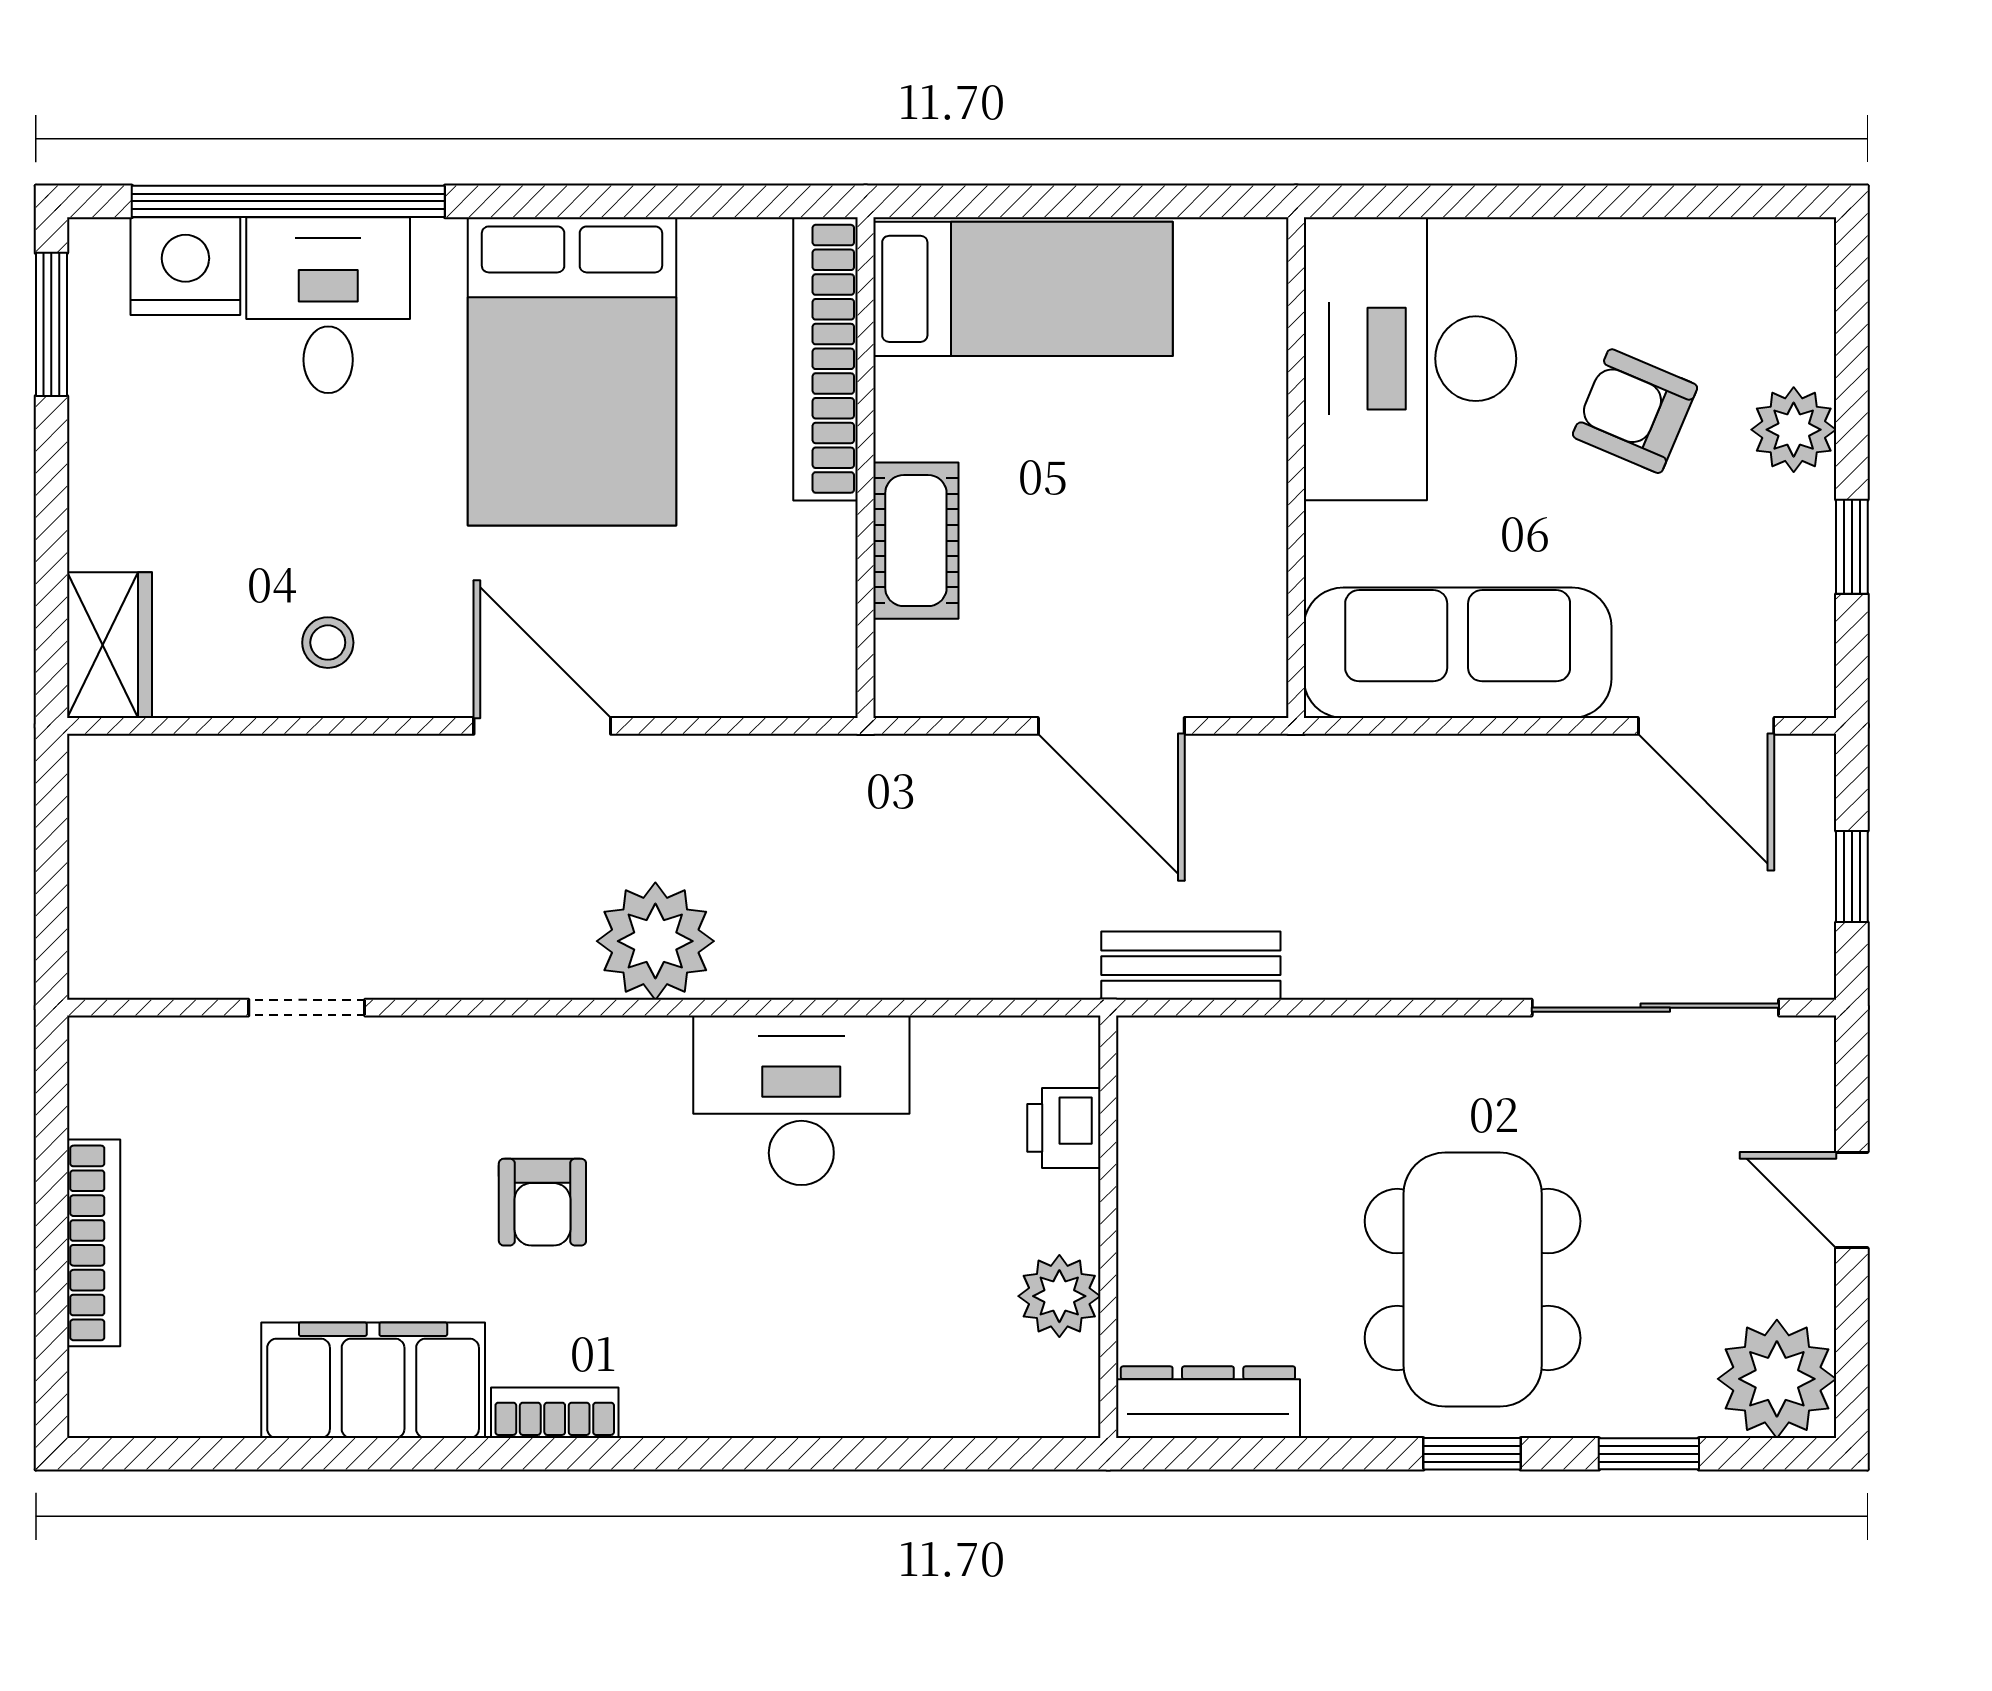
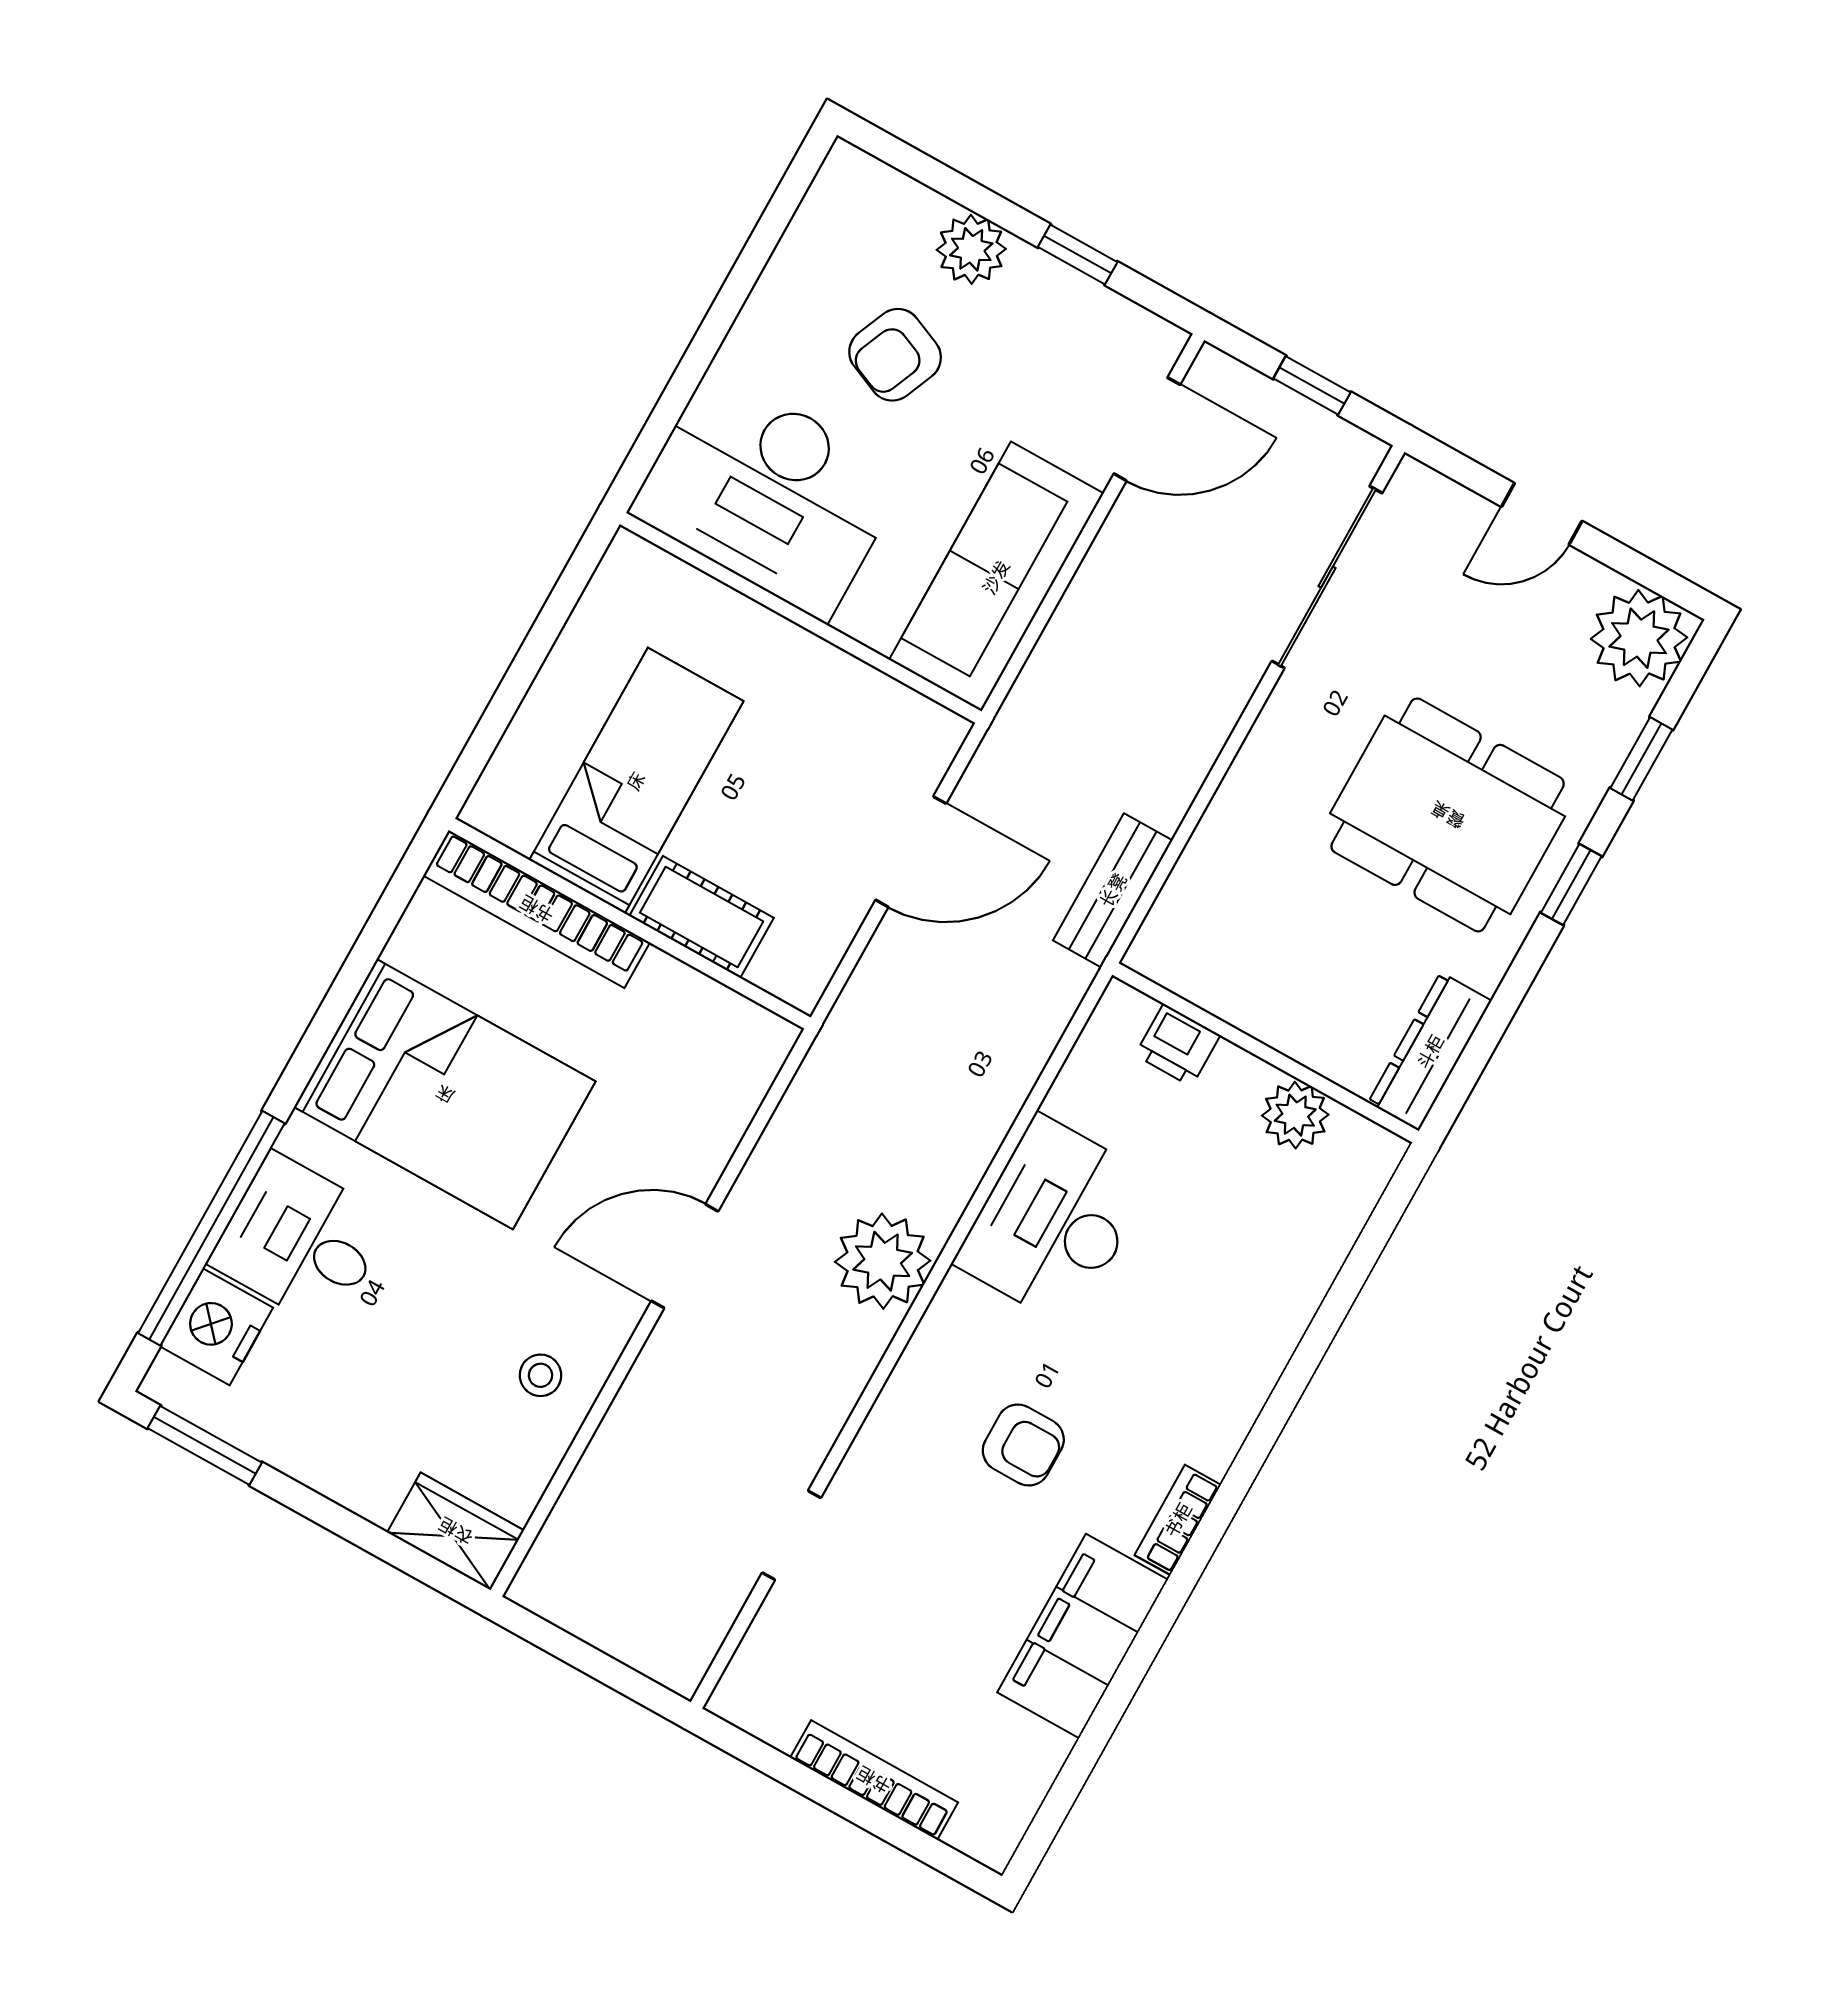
bed: (1023, 289) -> (636, 781), moved

